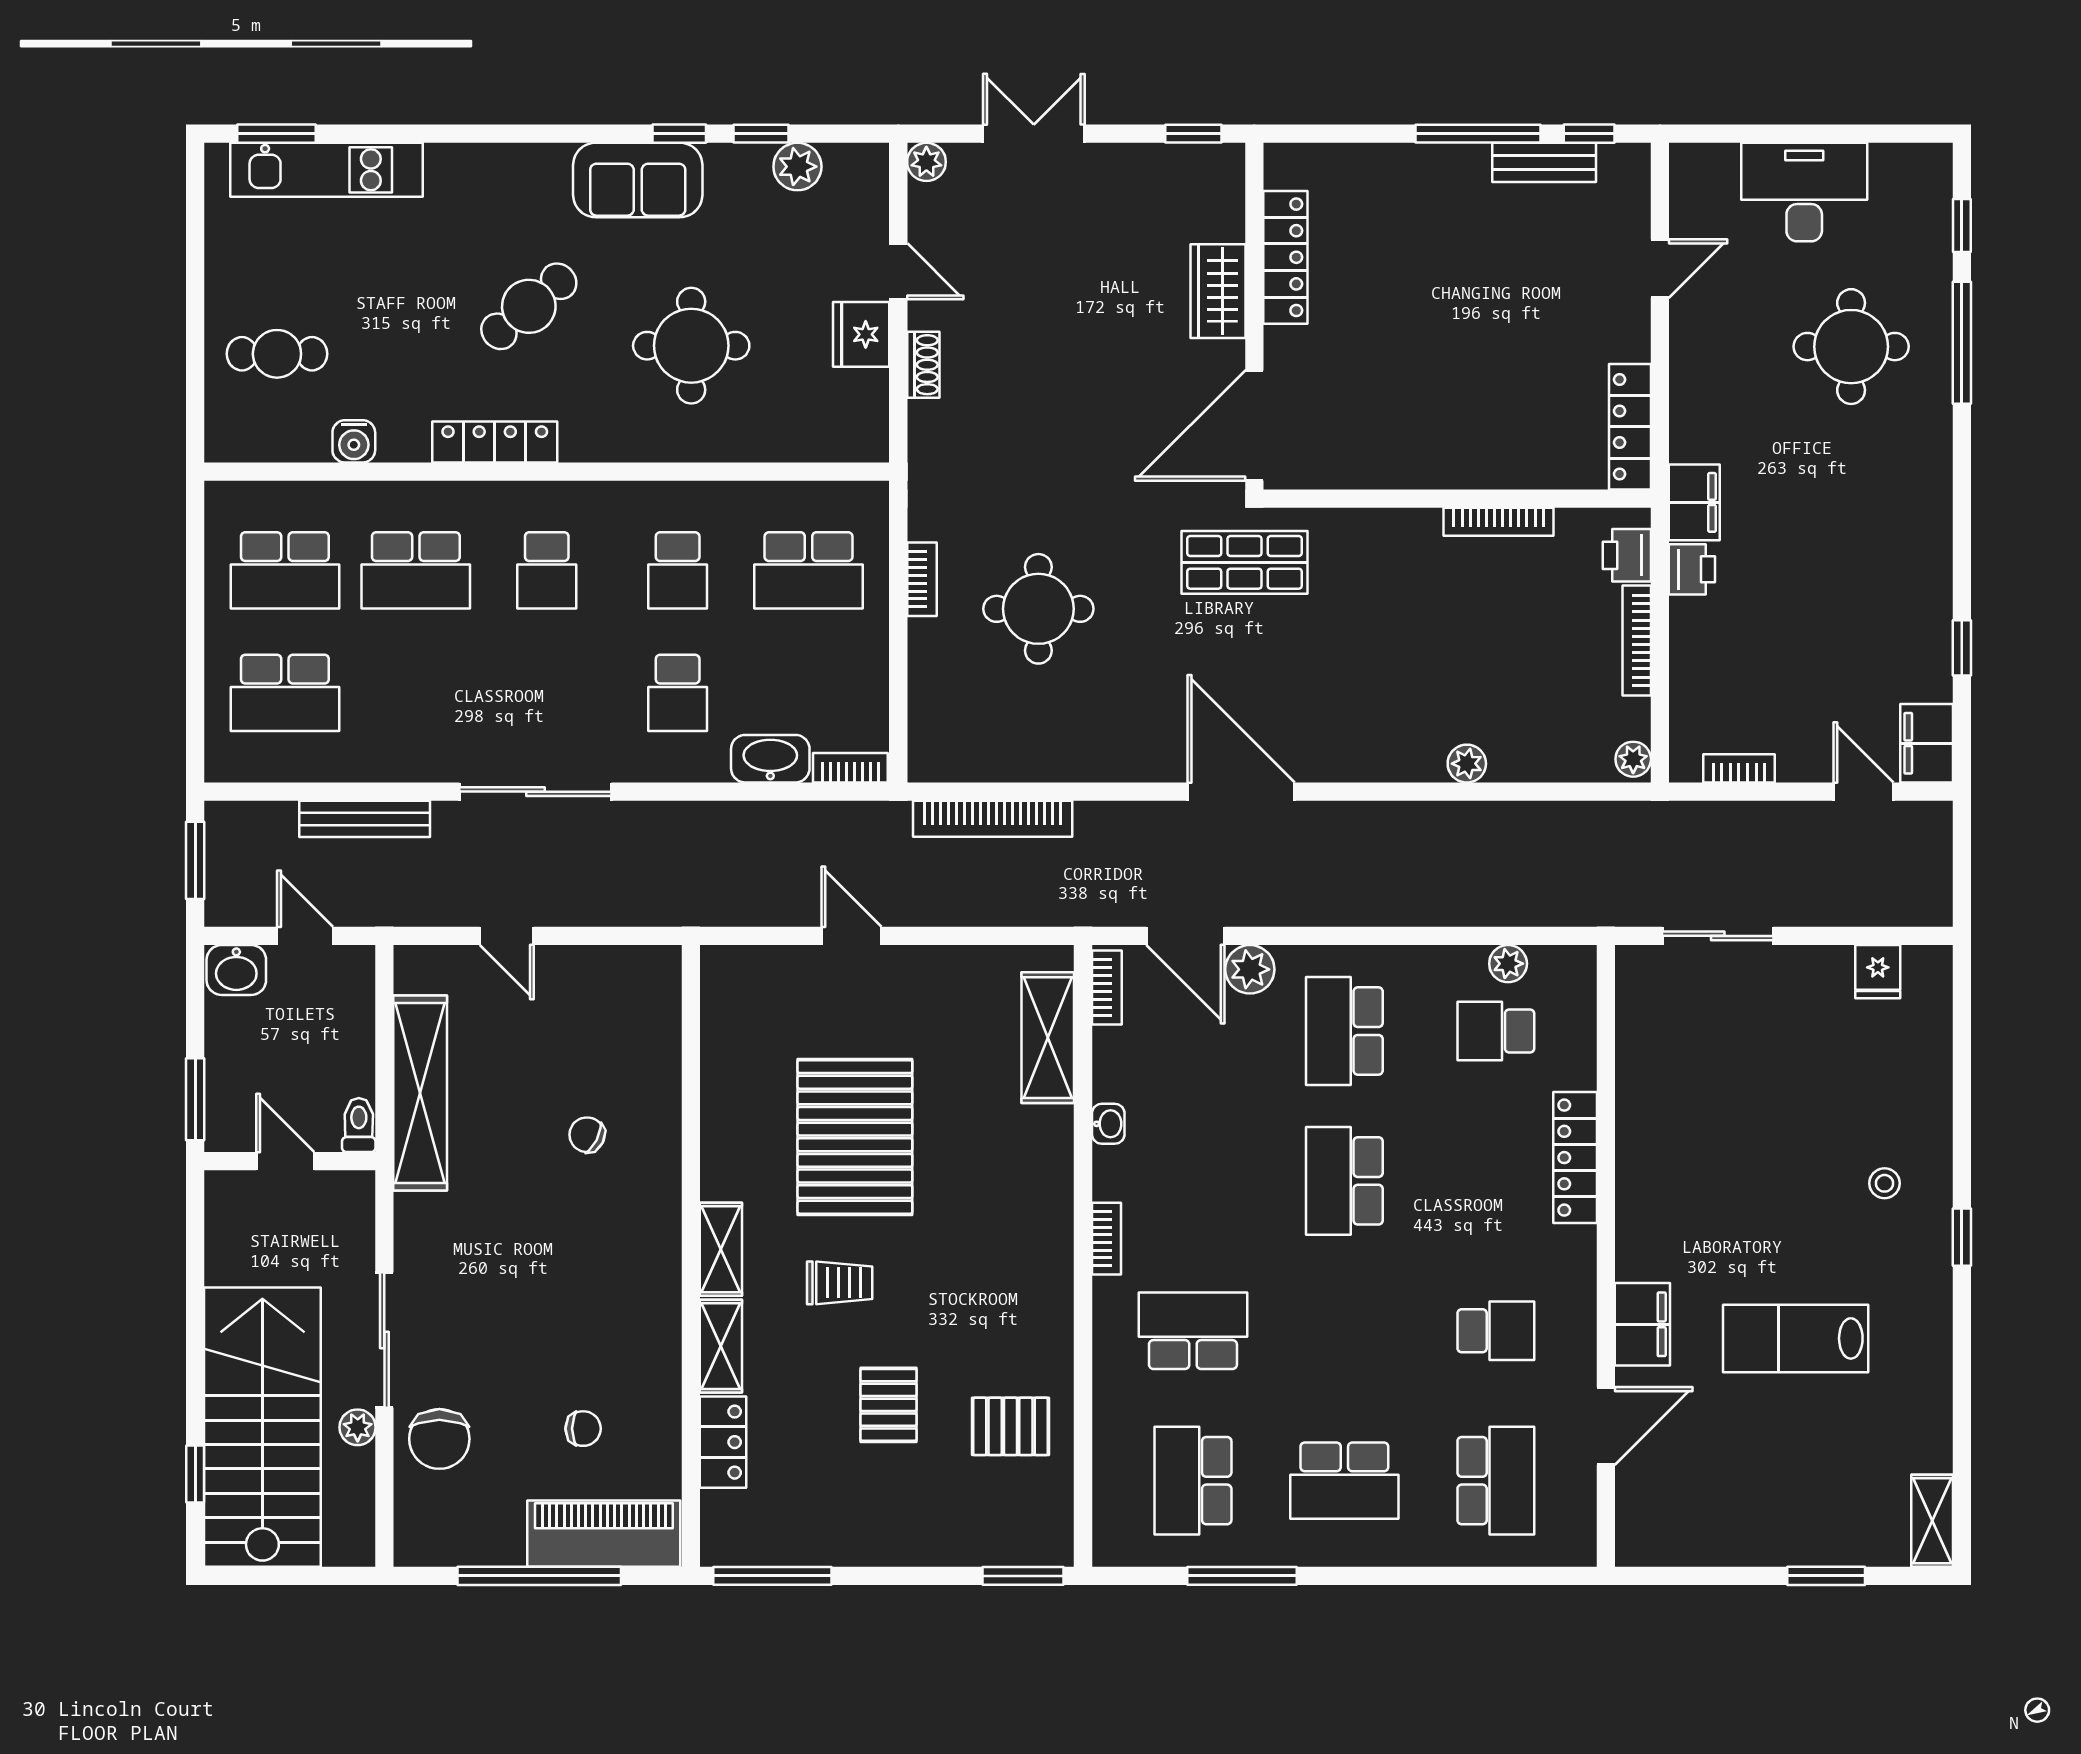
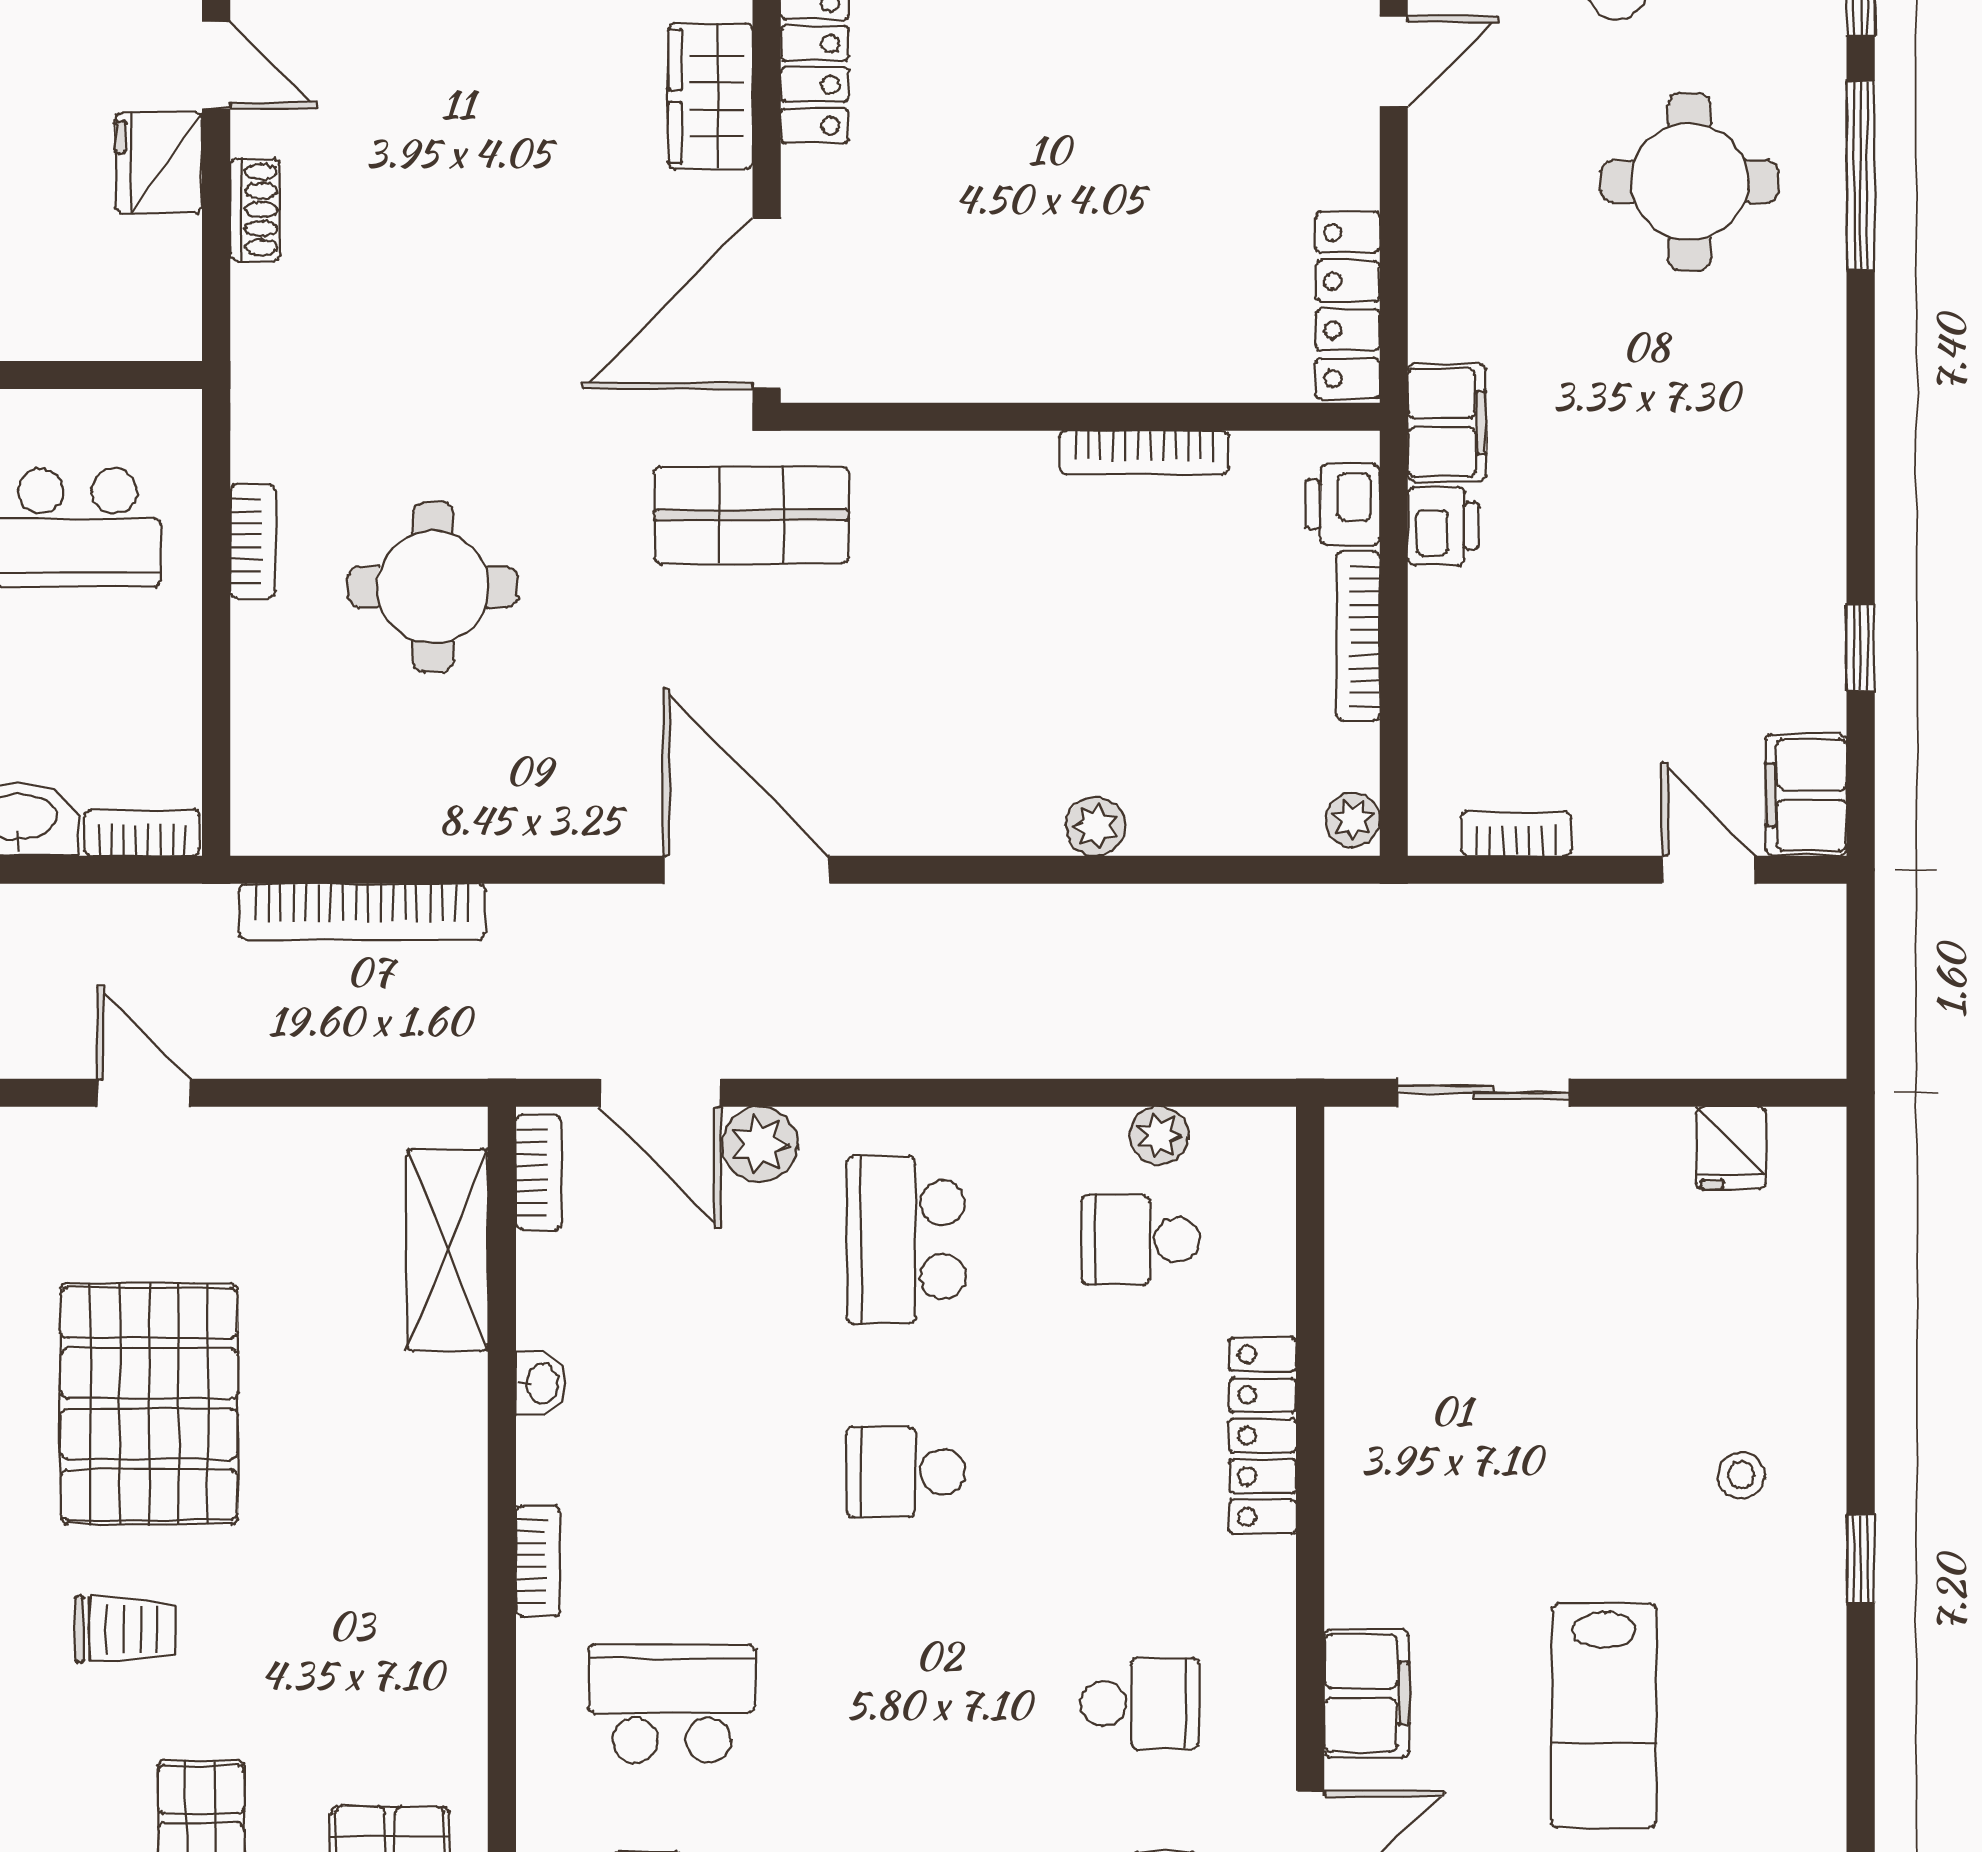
school desk: (1344, 1181) -> (906, 1472), width x0.54
lab bench: (1796, 1338) -> (1604, 1715), turned -90

